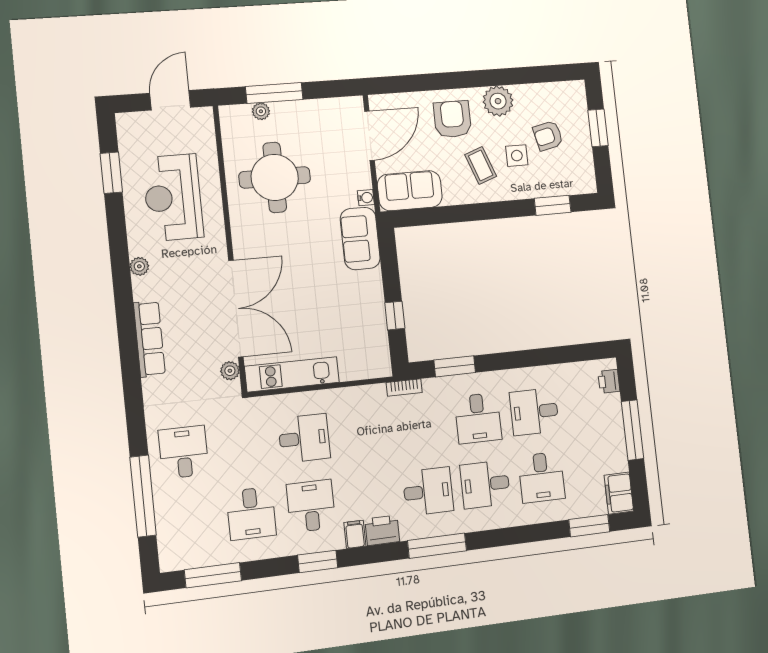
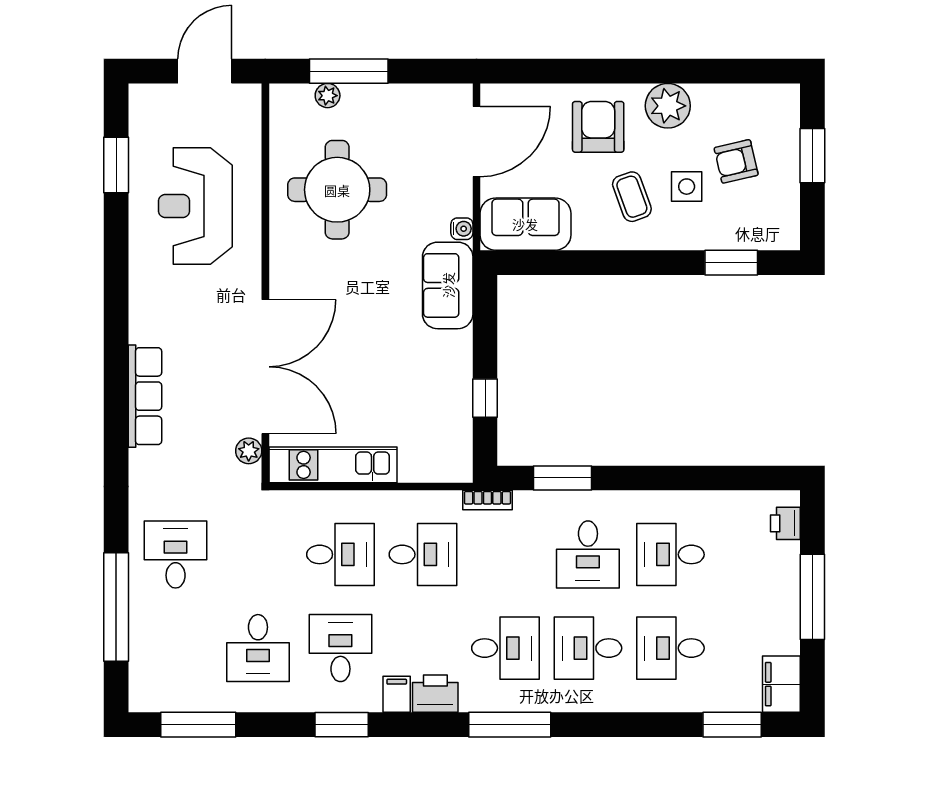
plant: (139, 266) -> (141, 296), removed
desk: (363, 431) -> (423, 554), added
desk: (542, 477) -> (670, 648), turned 90

